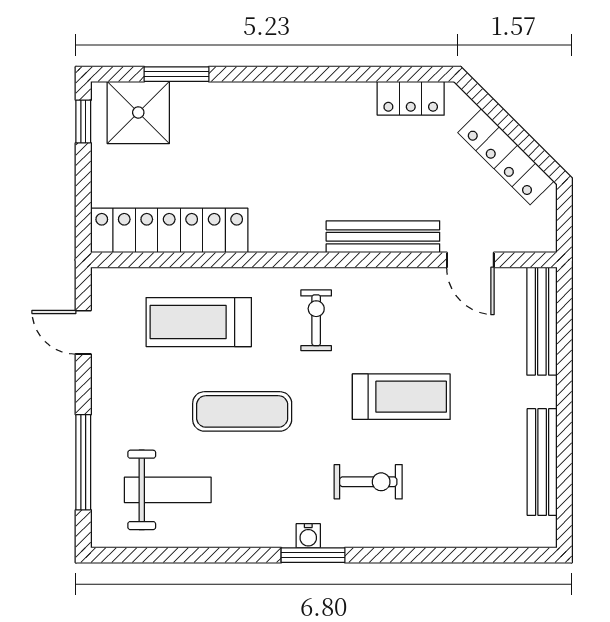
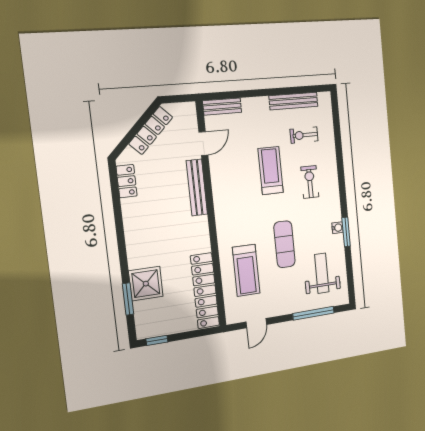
shower: (138, 112) -> (146, 284), moved
exercise bike: (316, 320) -> (304, 135), moved
bench: (542, 321) -> (222, 107), width x0.73
water cooler: (308, 536) -> (337, 228), moved
window: (313, 555) -> (346, 232), moved

